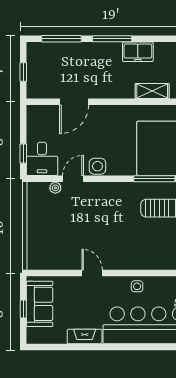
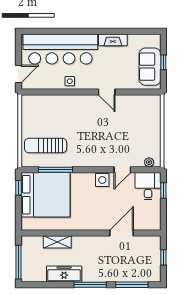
freezer: (138, 52) -> (64, 274), width x1.40
plant: (55, 188) -> (149, 162), moved

